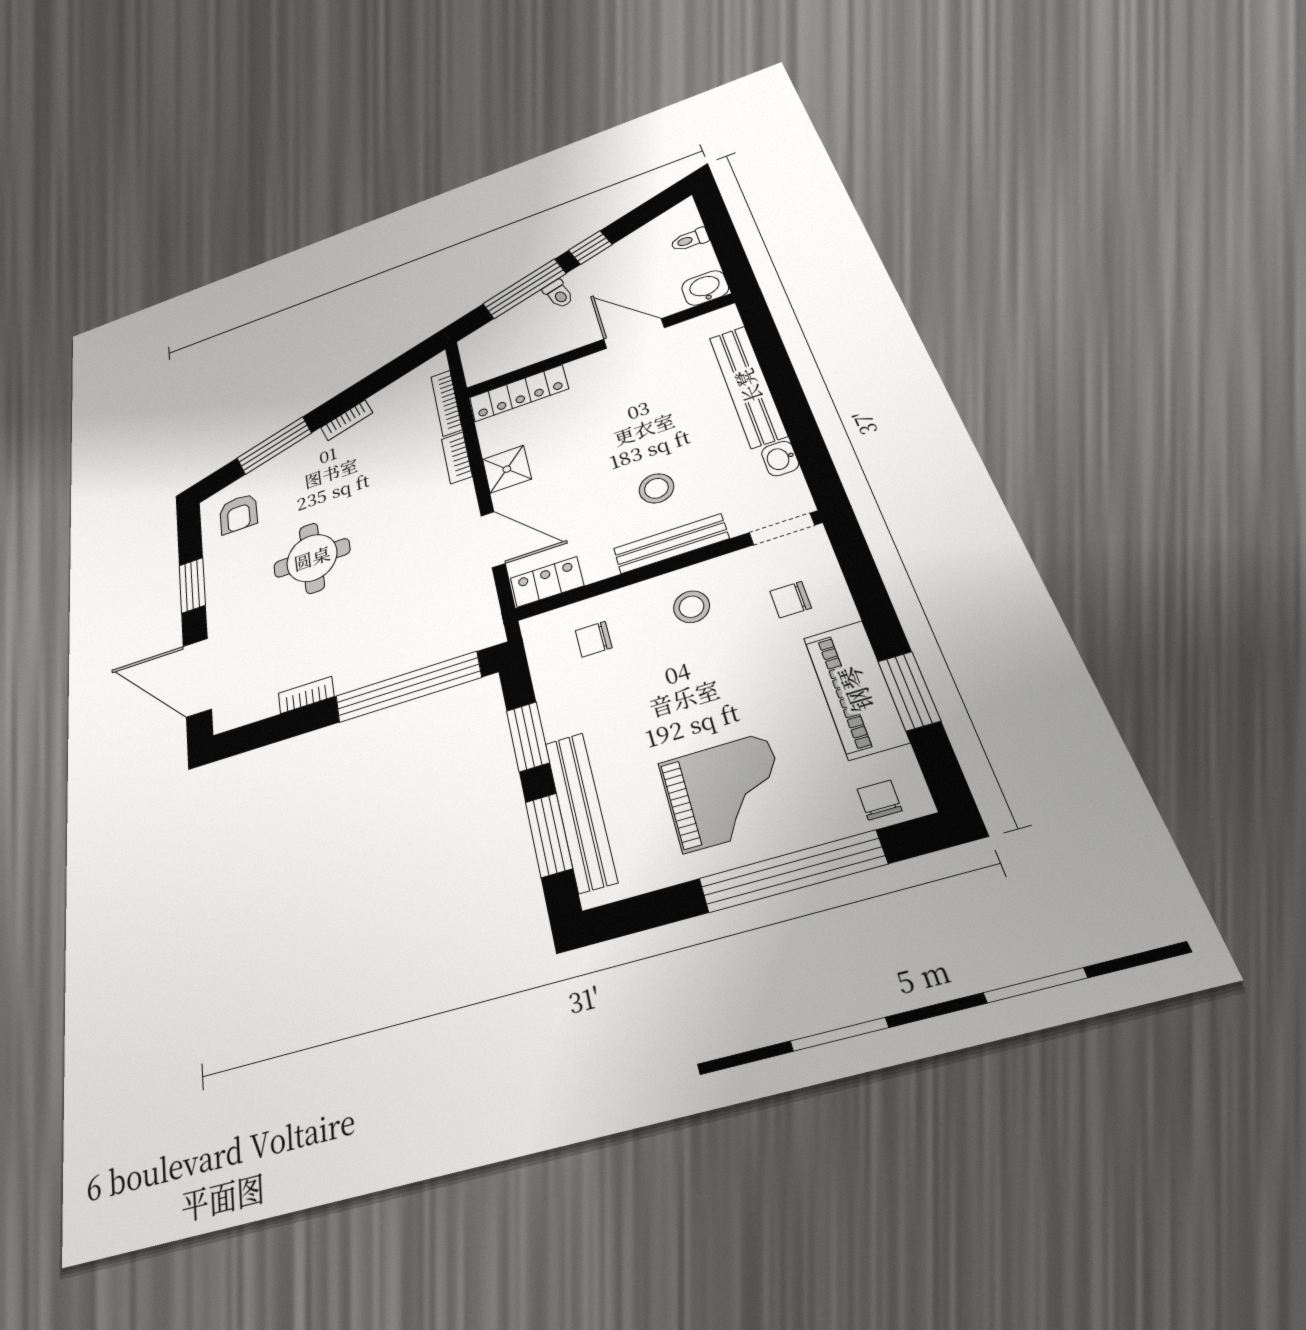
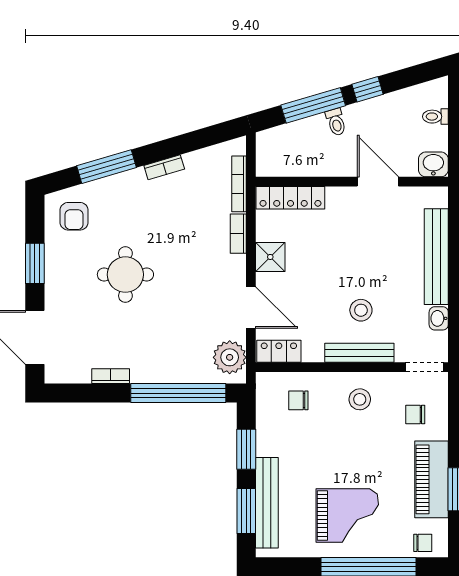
plant: (475, 614) -> (230, 357), added
chair: (880, 800) -> (423, 543), turned 90

